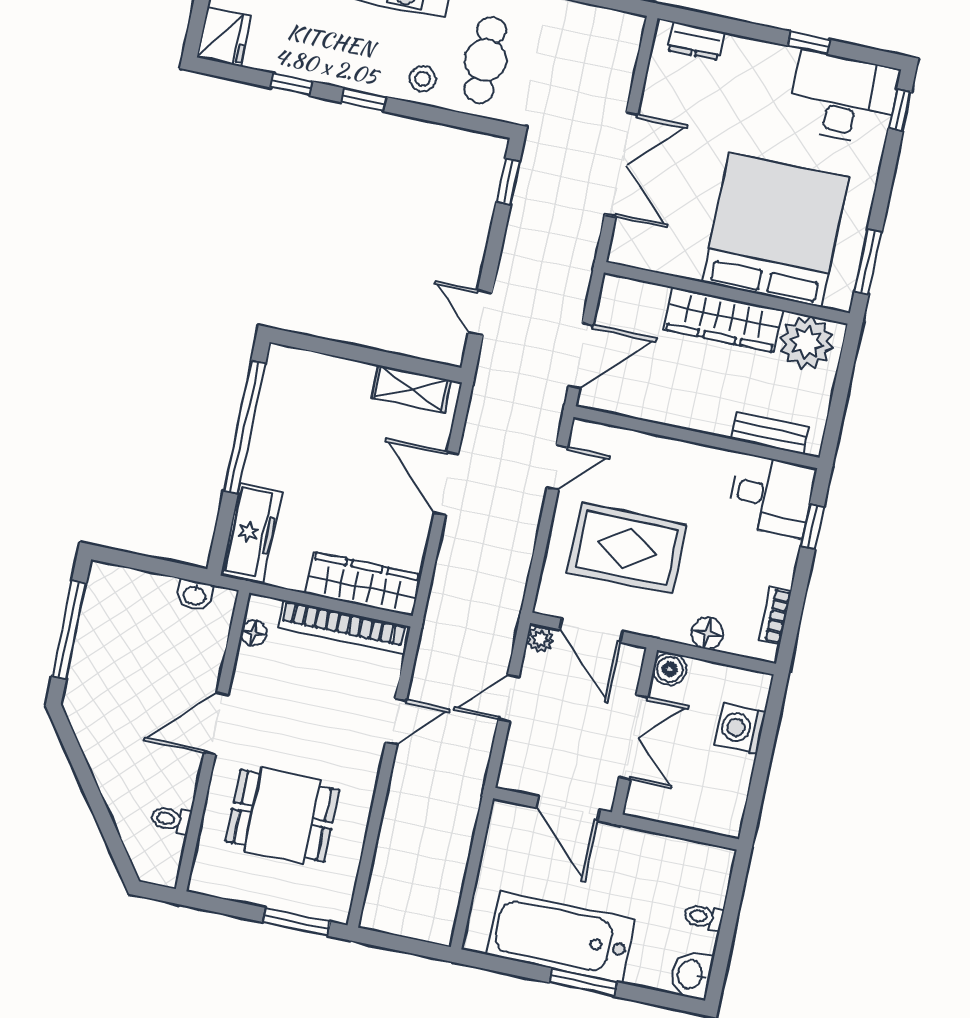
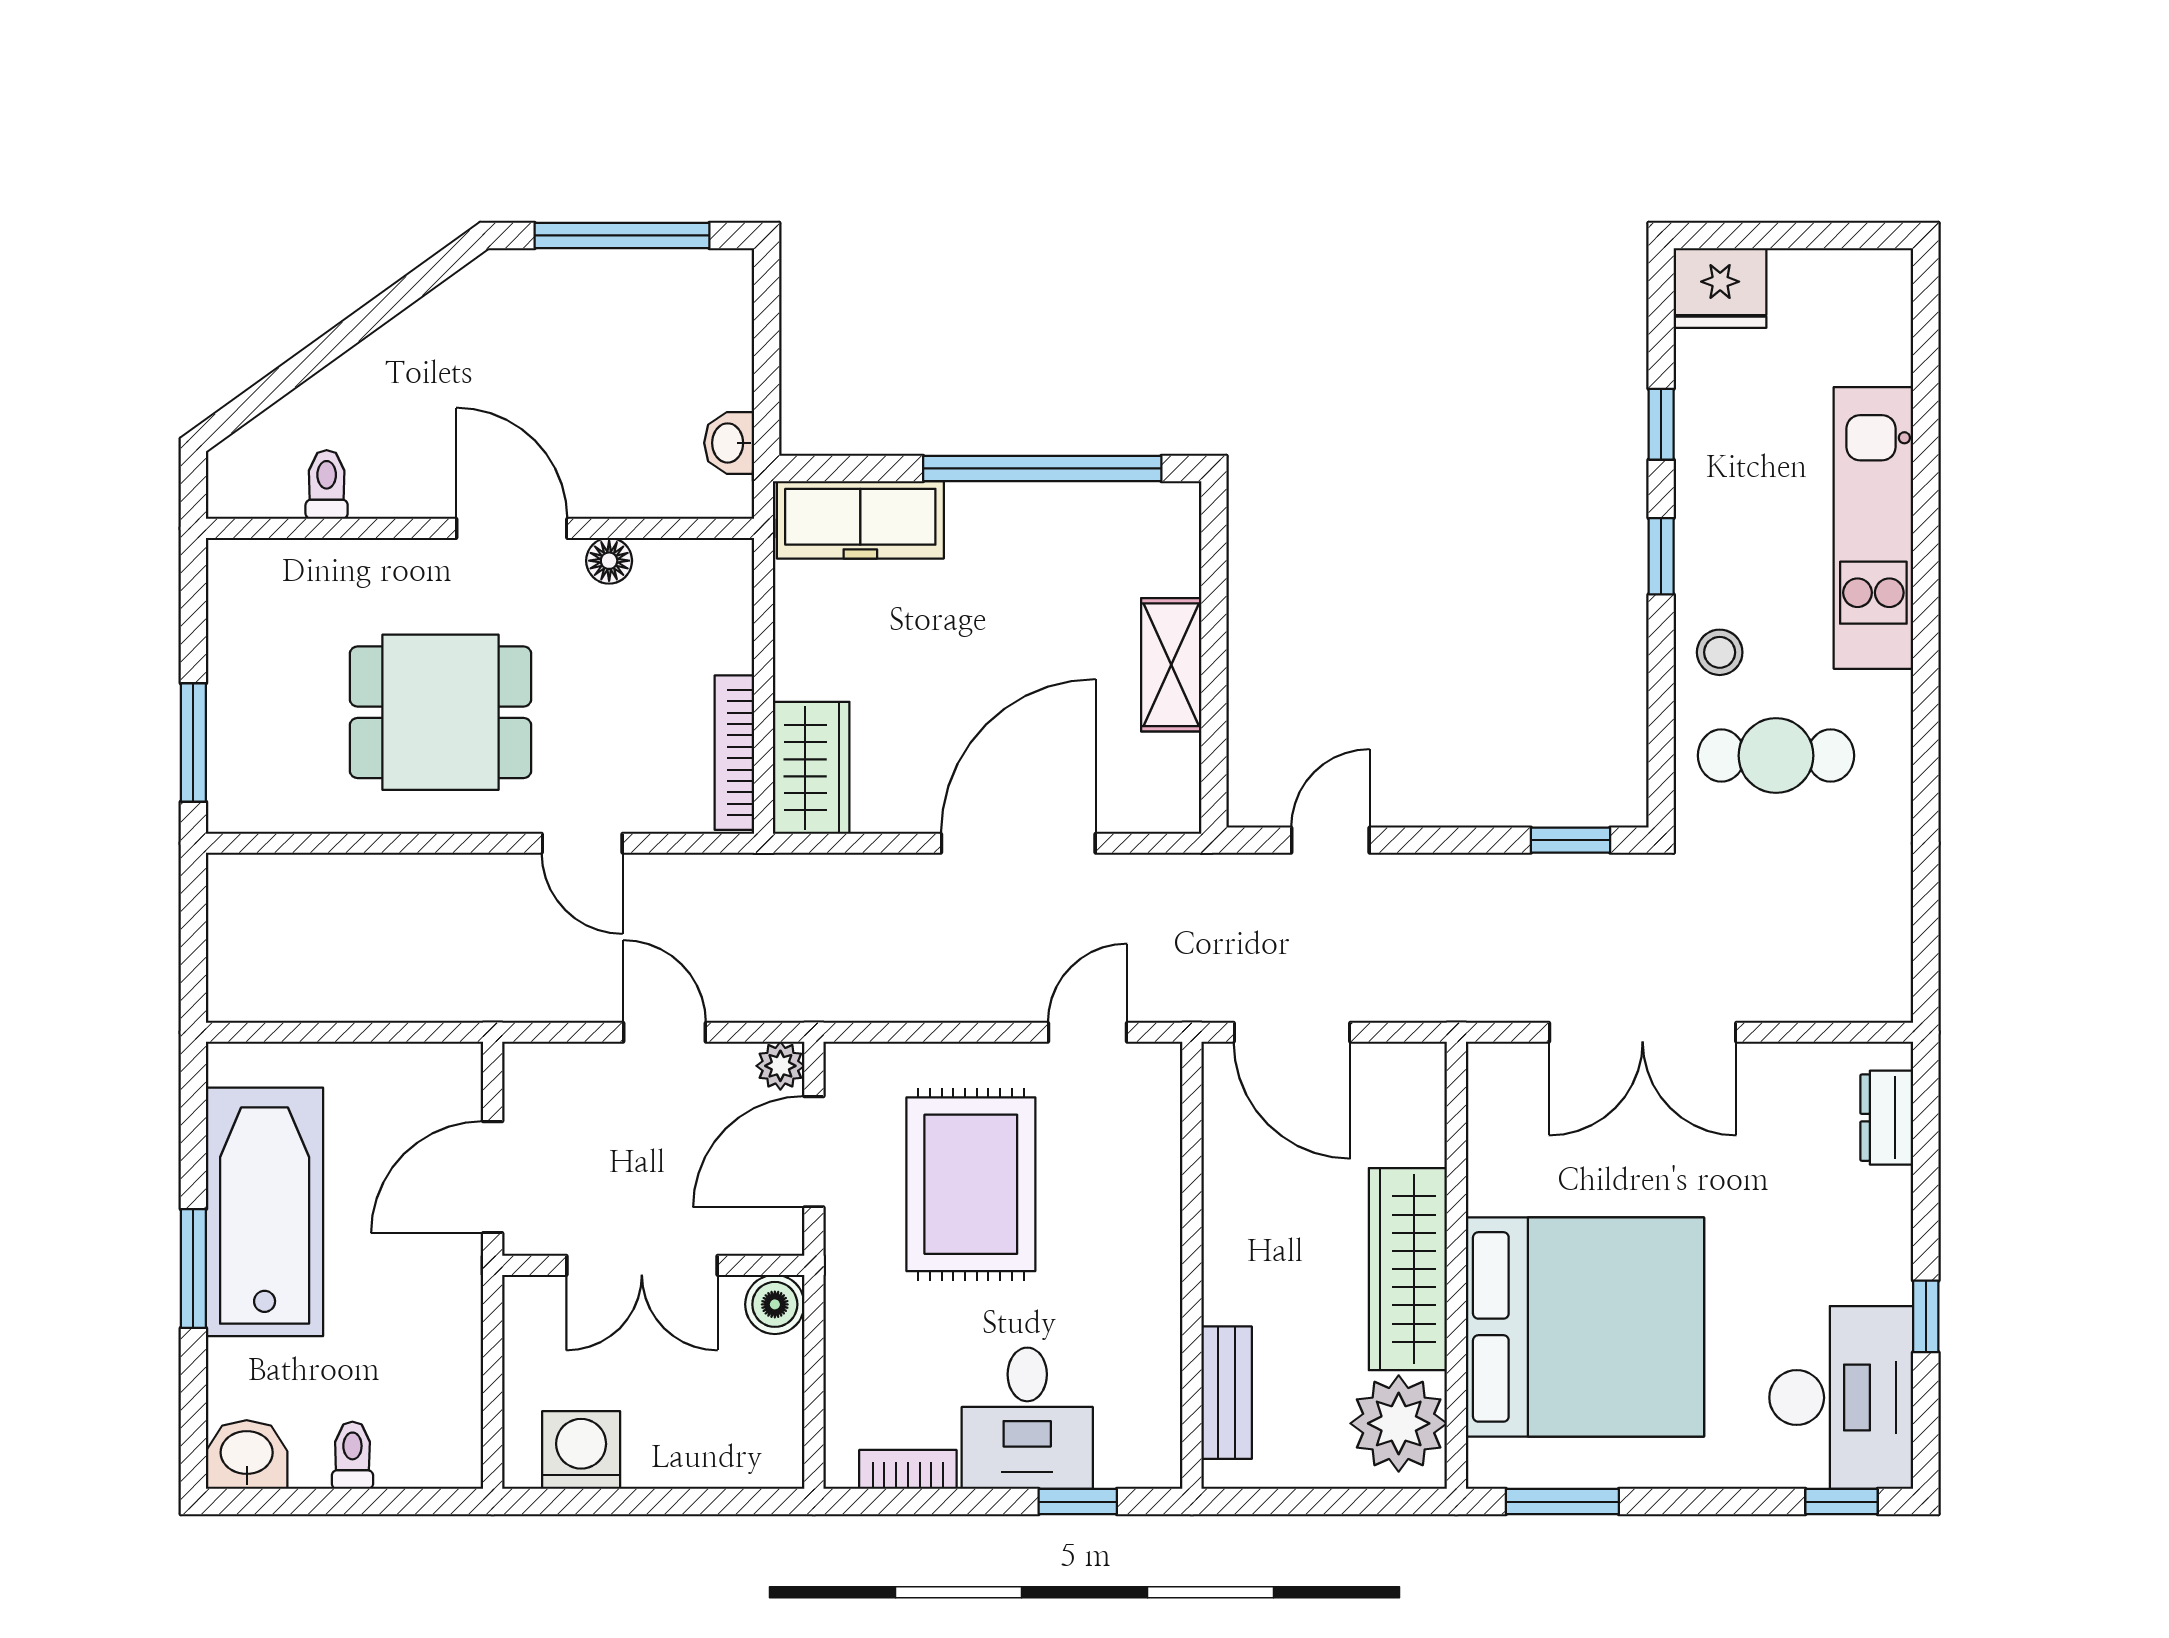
shelving: (411, 389) -> (1171, 665), moved
door: (557, 467) -> (1087, 1032), swing flipped
door: (446, 483) -> (1018, 843), width x1.36
desk: (771, 496) -> (1027, 1418), moved
wardrobe: (363, 584) -> (811, 768), width x0.67
bookcase: (343, 627) -> (734, 753), width x0.68, depth x0.76
floor lamp: (254, 633) -> (609, 561), moved
floor lamp: (707, 633) -> (852, 1357), removed
washing machine: (740, 728) -> (581, 1450), moved
dining table: (282, 816) -> (441, 712), moved, turned 90

